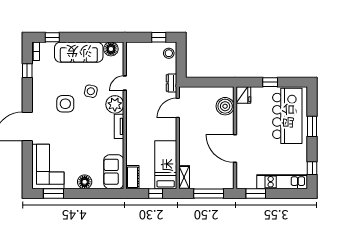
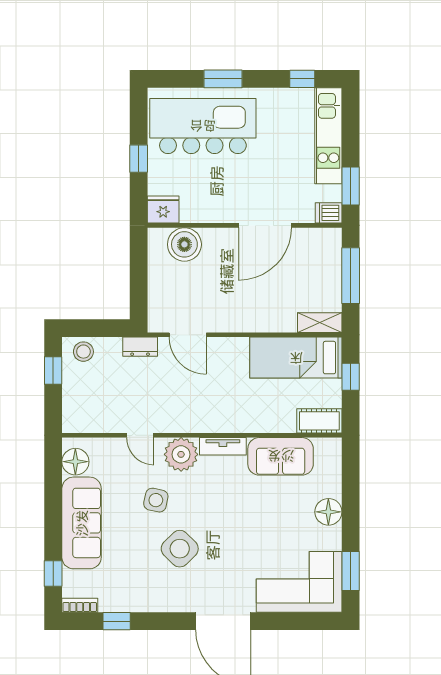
side table: (65, 104) -> (180, 549), turned 45
sofa: (114, 172) -> (281, 456), moved
dishwasher: (242, 182) -> (329, 213), added

